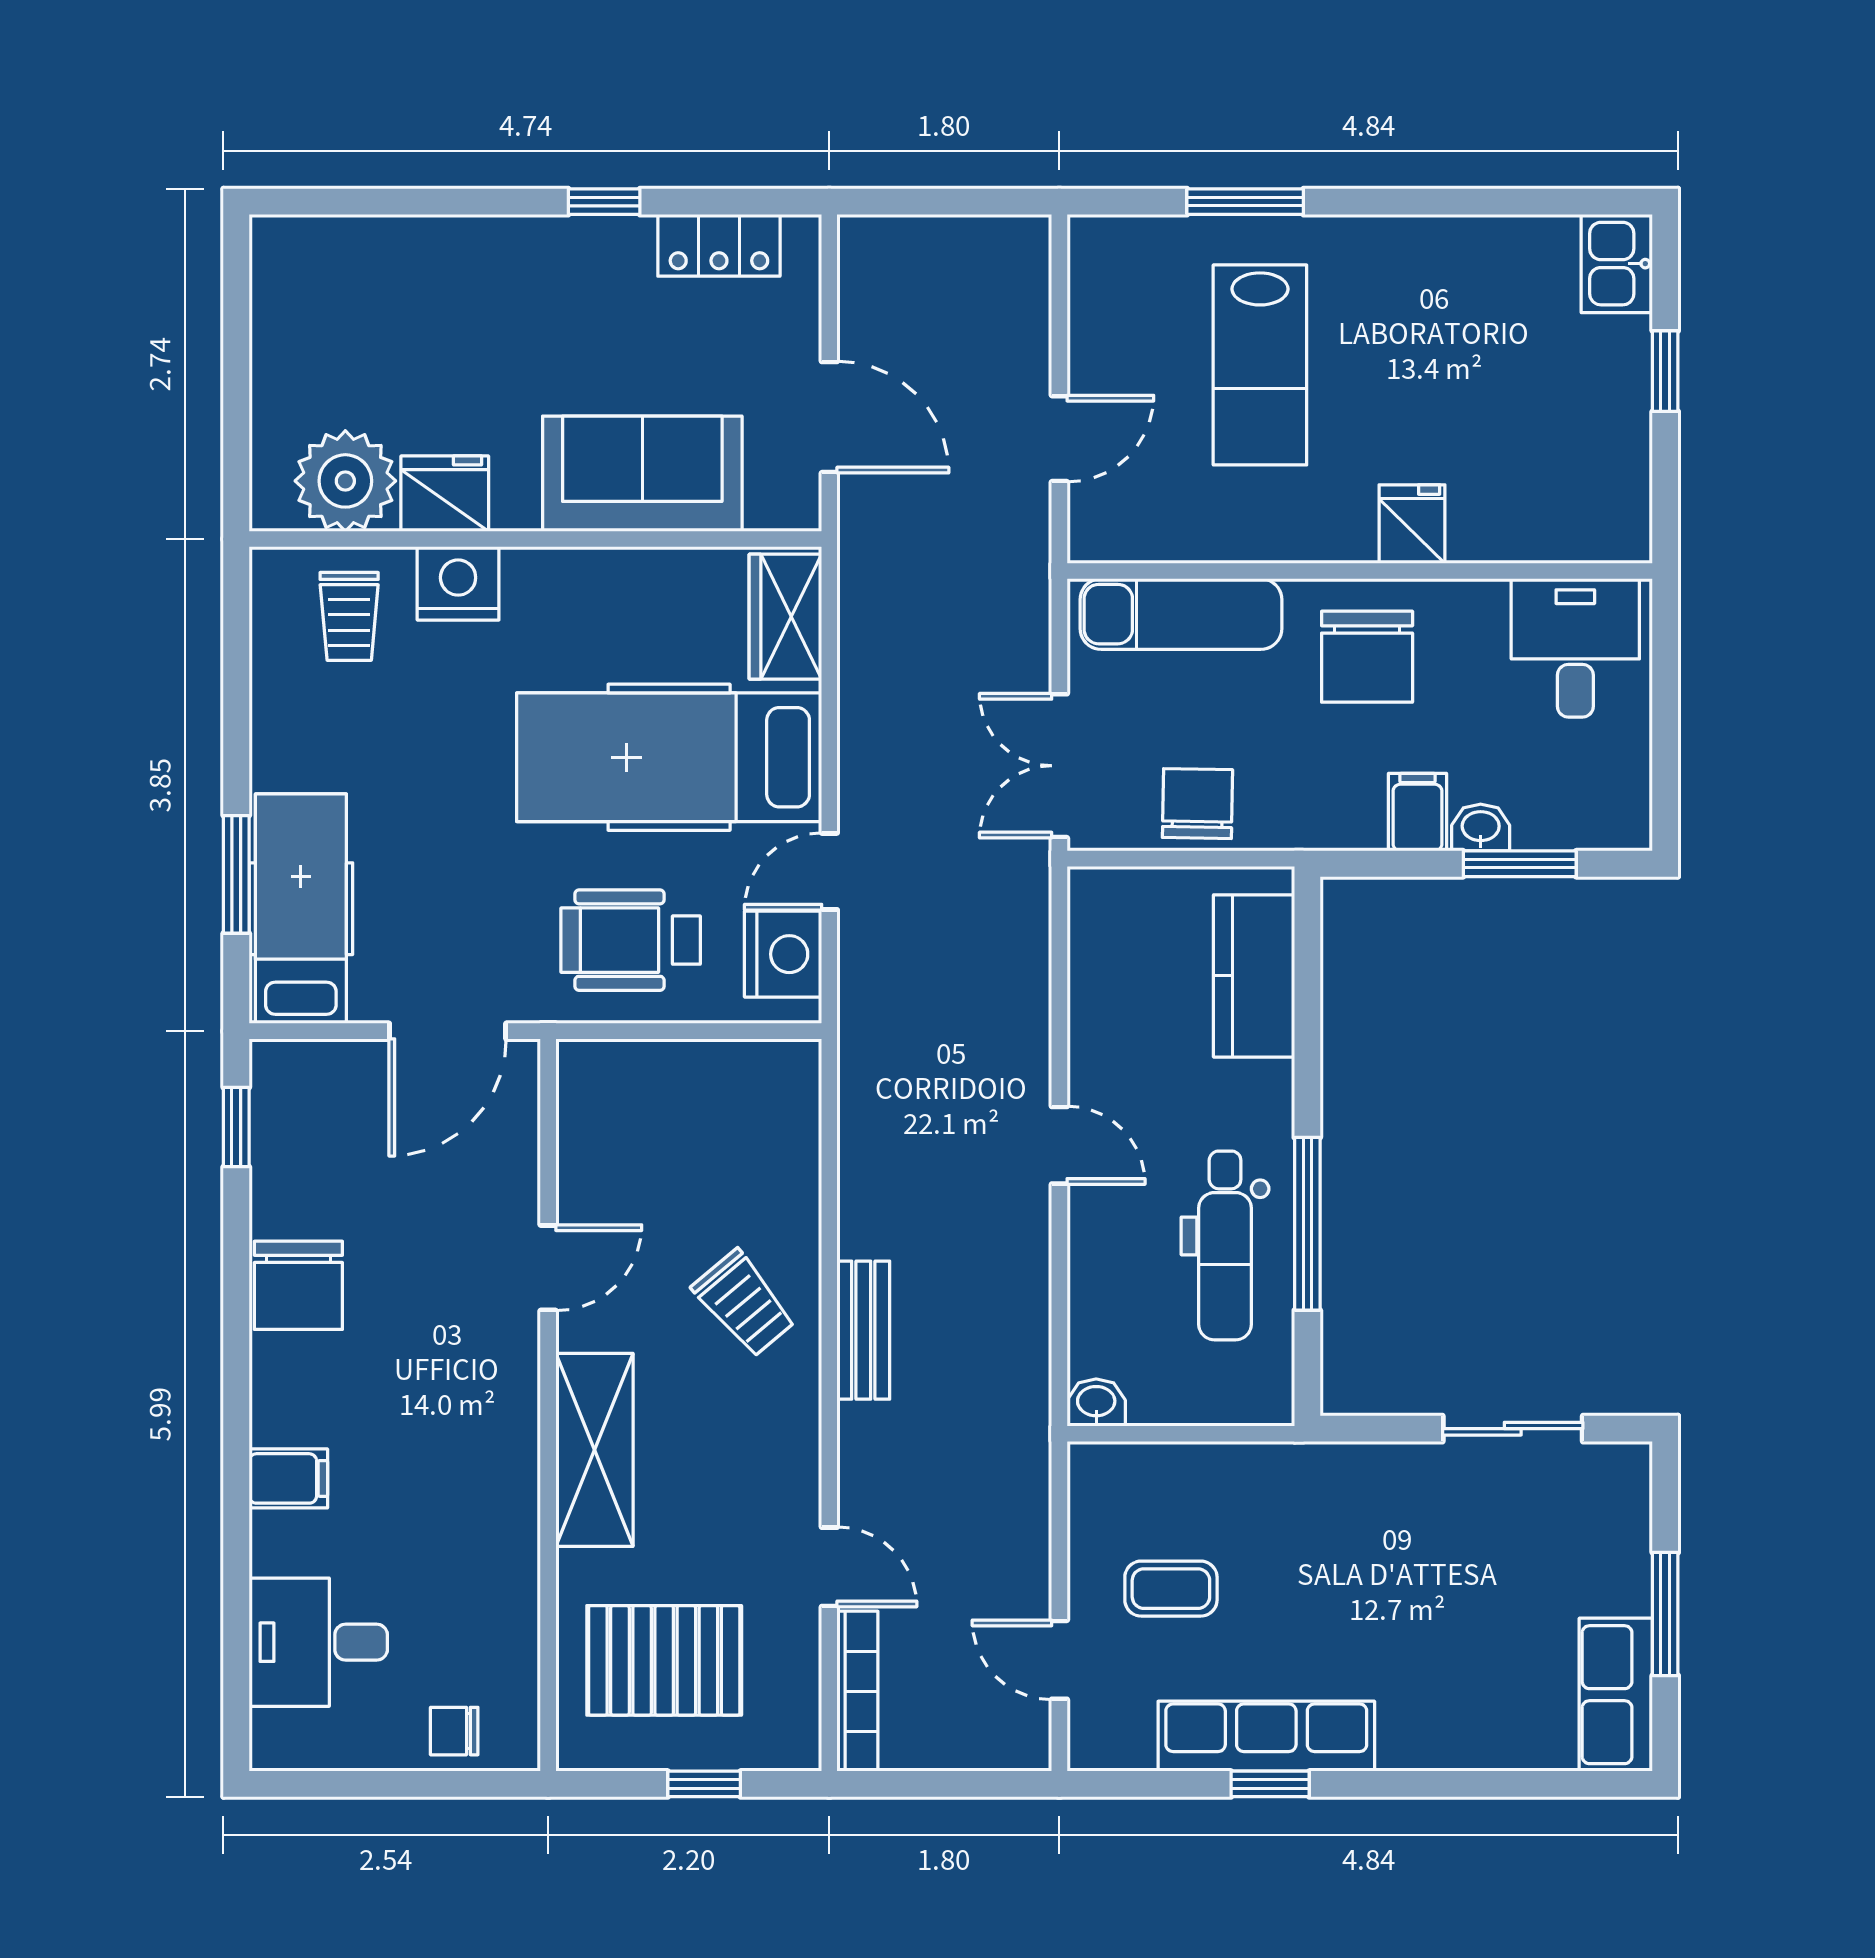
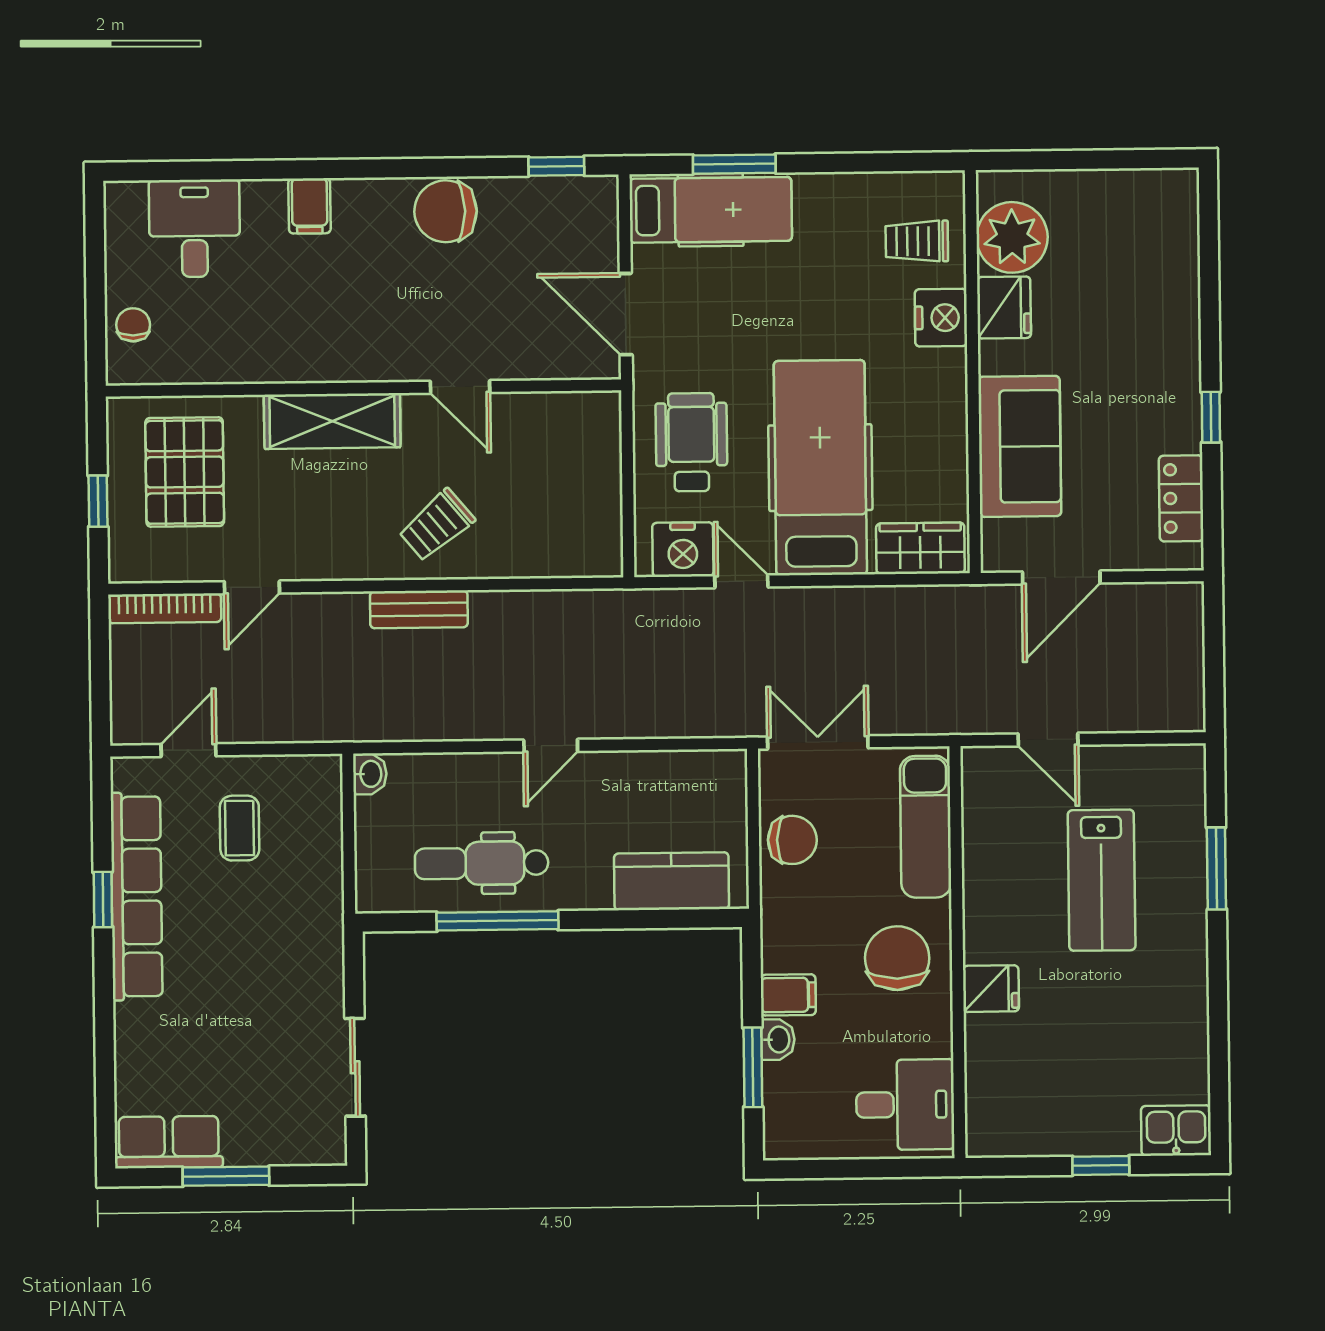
lab bench: (1260, 365) -> (1102, 880), turned -90
chair: (1367, 657) -> (897, 958), turned 90
row of seats: (1266, 1736) -> (137, 896), width x1.36

